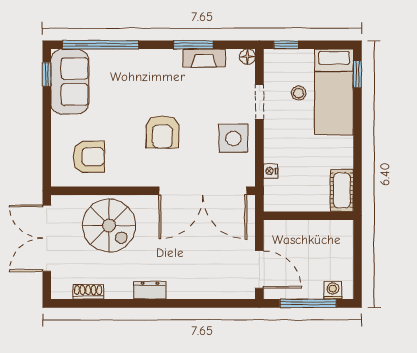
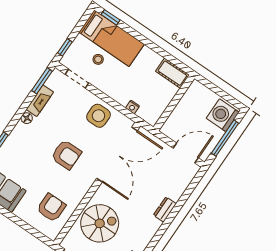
window: (193, 45) -> (42, 81), moved
floor lamp: (247, 57) -> (27, 118), moved
doorway: (259, 102) -> (77, 79), moved
dresser: (150, 290) -> (165, 209), moved
washing machine: (333, 290) -> (223, 115), width x1.89, depth x1.89

